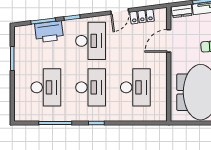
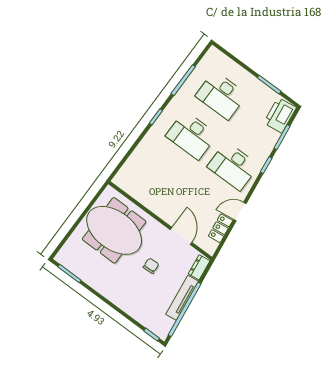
door: (120, 11) -> (240, 212), hinge flipped
printer: (49, 32) -> (280, 115), moved
desk: (135, 87) -> (162, 175), removed

